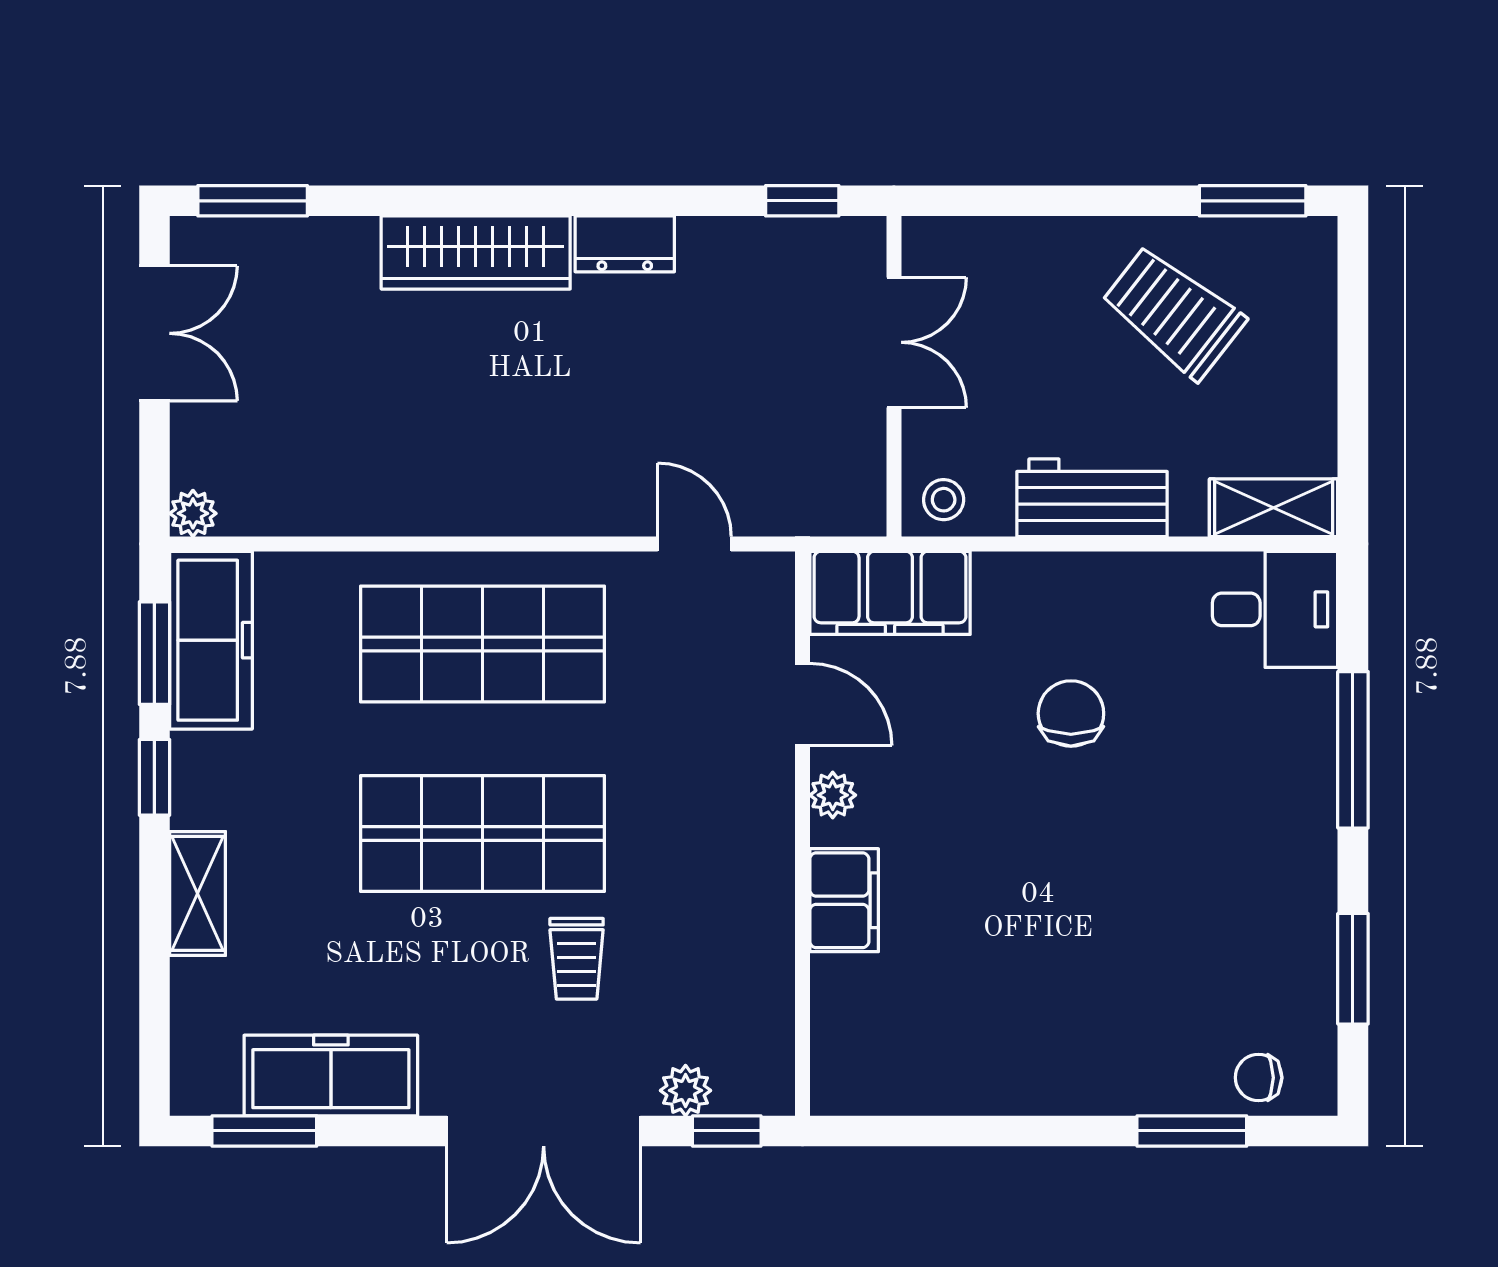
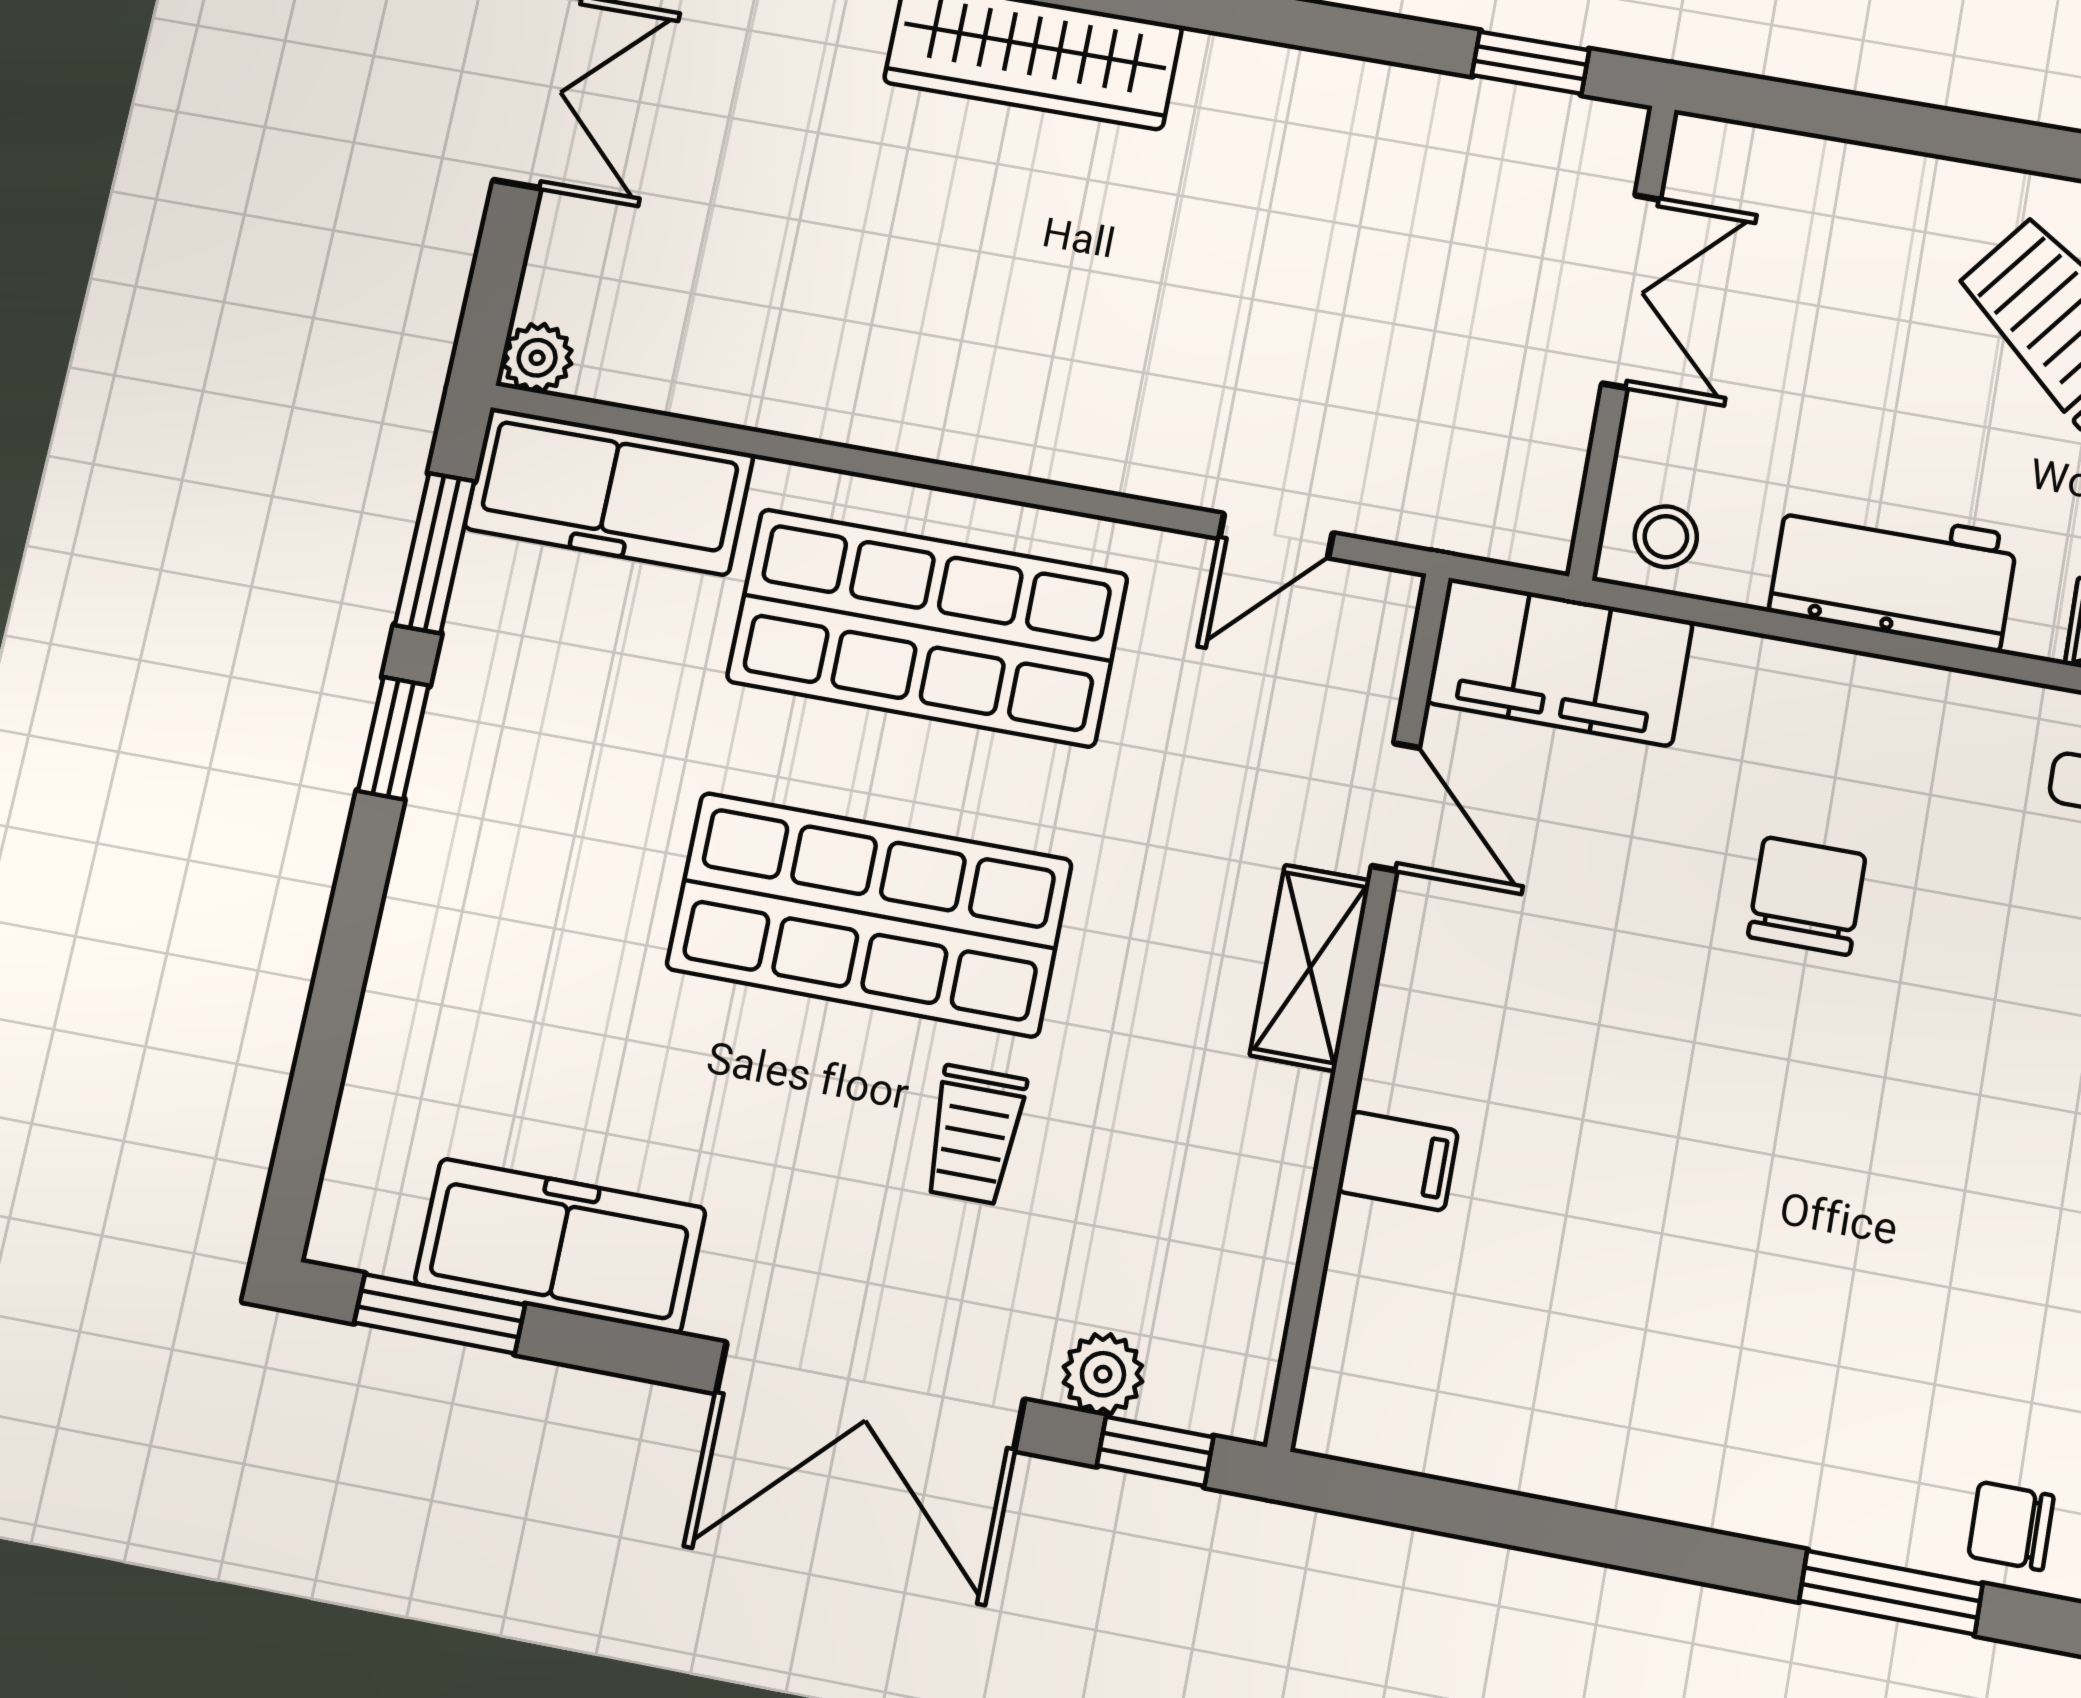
dresser: (625, 244) -> (1255, 80), removed
door: (694, 544) -> (1276, 536), swing flipped
freezer: (211, 640) -> (609, 491), moved, turned 90
plant: (833, 795) -> (1417, 954), removed
shelving: (198, 893) -> (1310, 968), moved
filing cabinet: (844, 900) -> (1398, 1161), width x0.50

